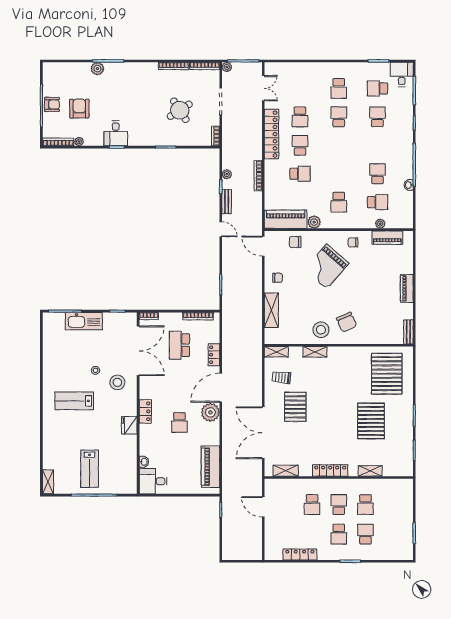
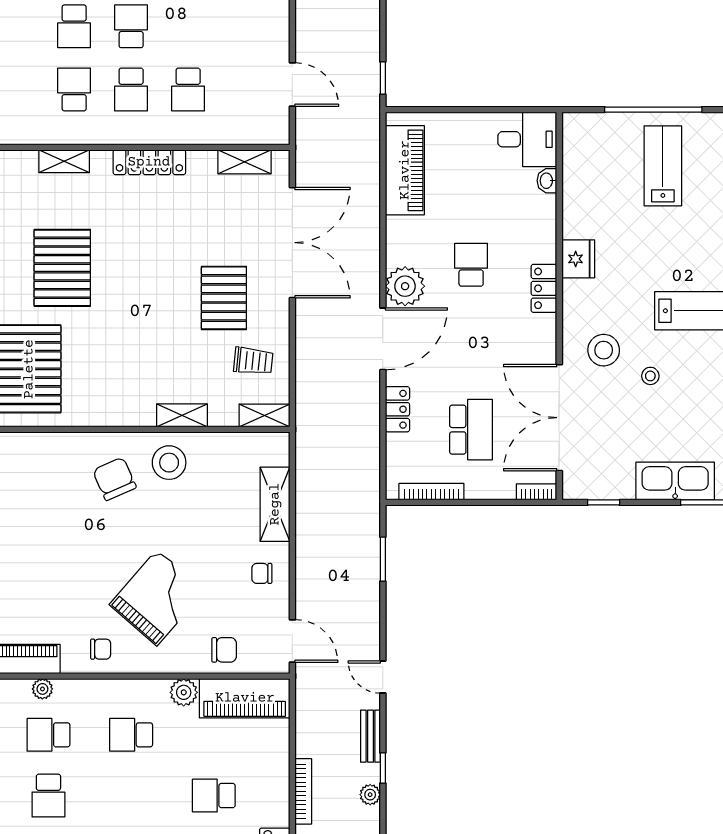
school desk: (339, 202) -> (131, 735), turned -90
school desk: (312, 505) -> (188, 89), turned 180

